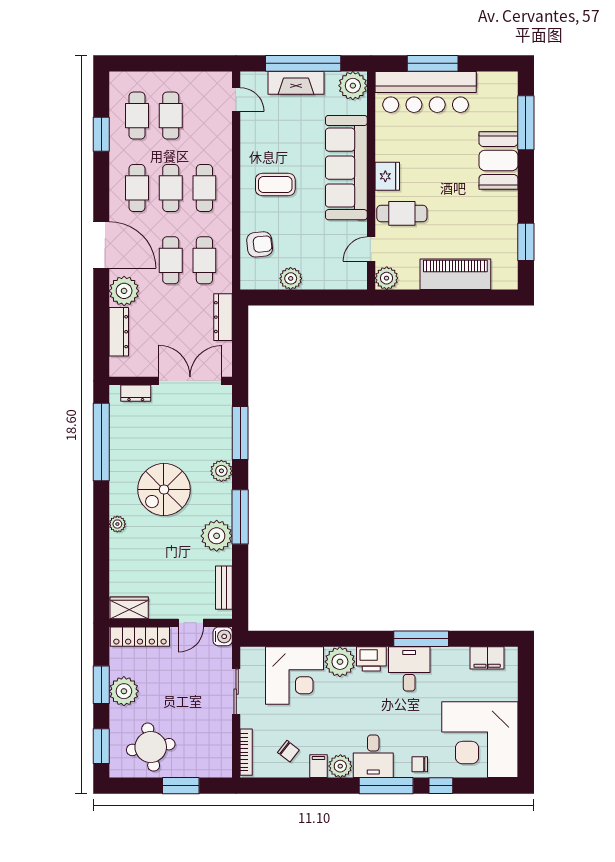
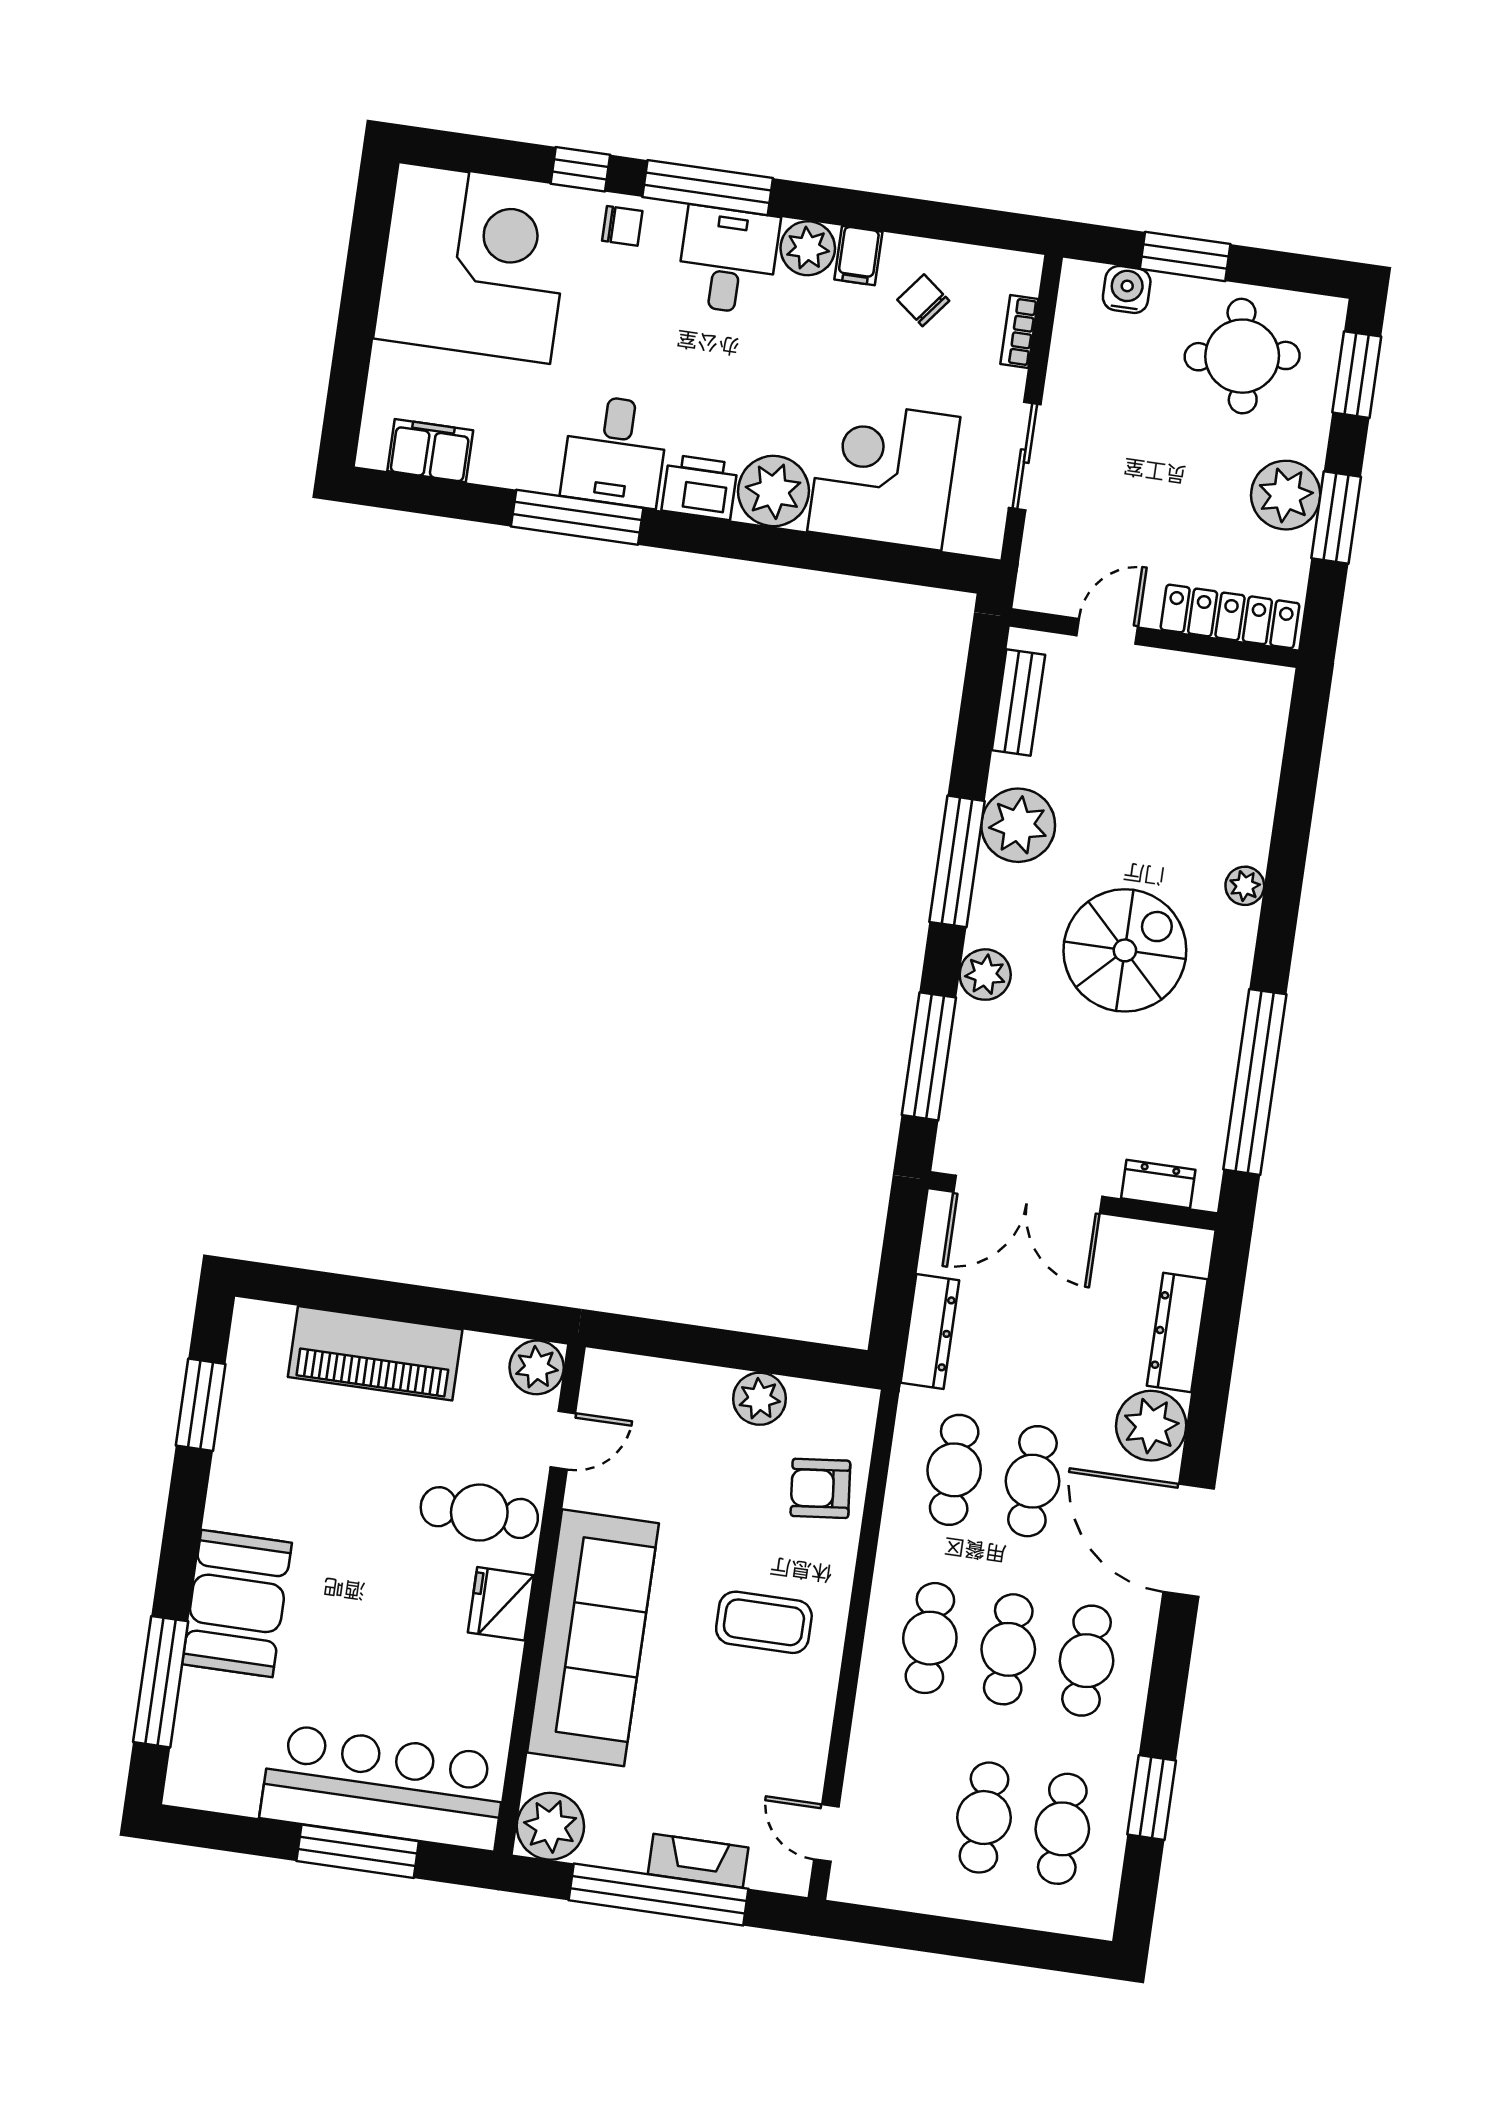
fireplace: (296, 83) -> (698, 1861), width x0.73, depth x0.76
wardrobe: (129, 608) -> (1246, 687), removed
water cooler: (223, 636) -> (1127, 289), moved, turned 90
bookcase: (246, 752) -> (1019, 332), width x0.64

